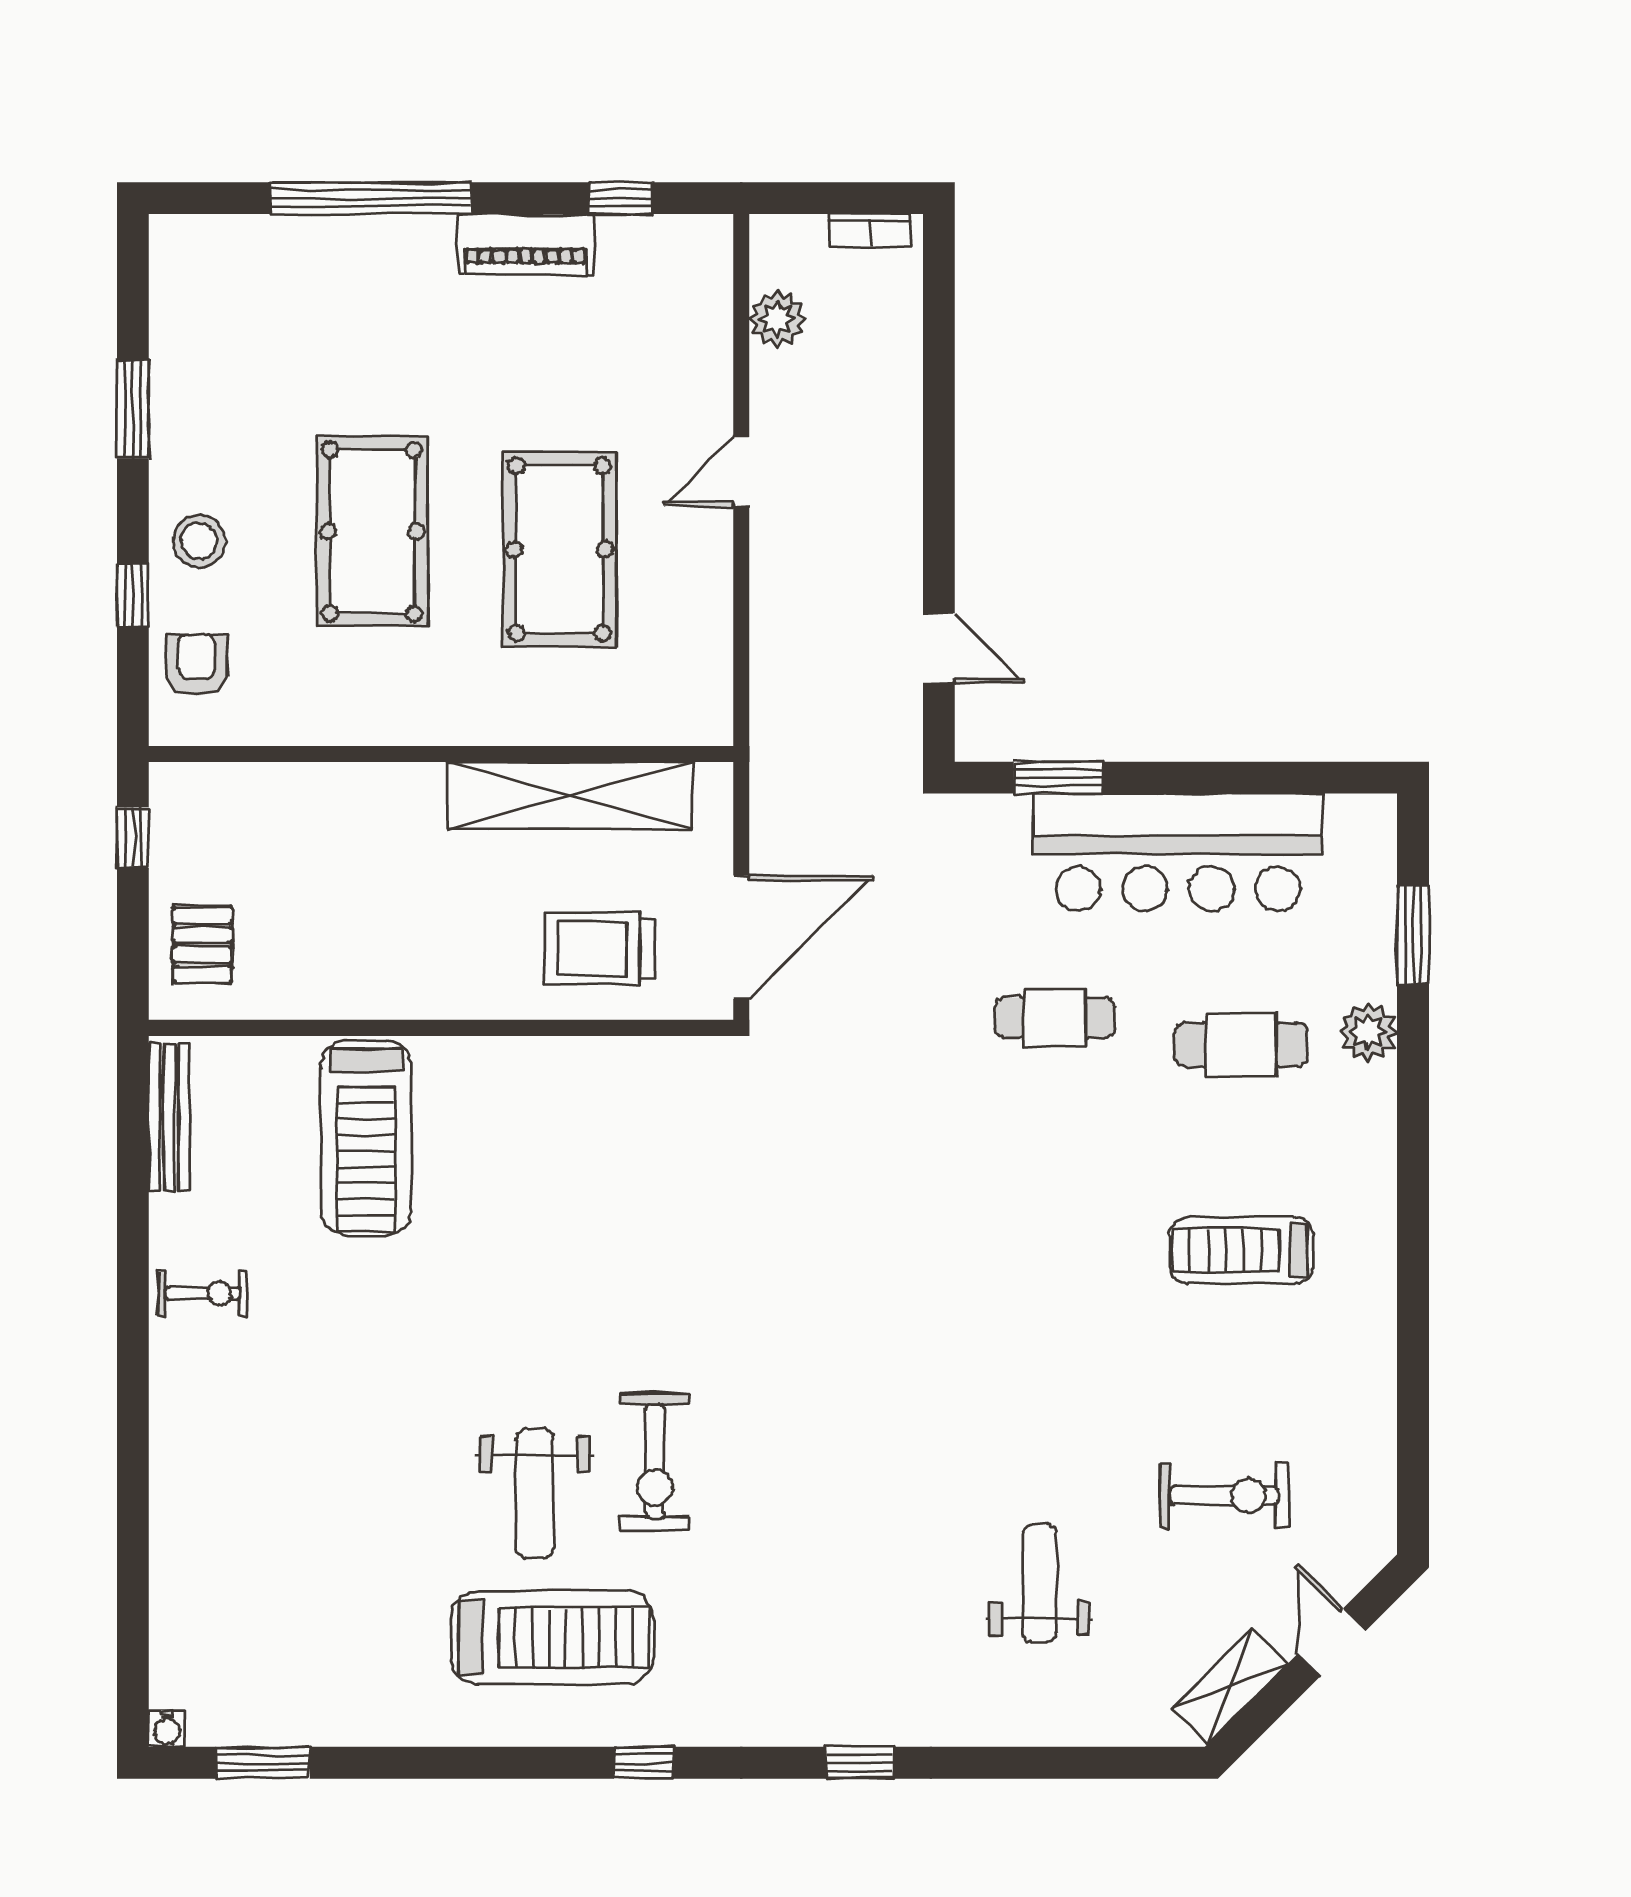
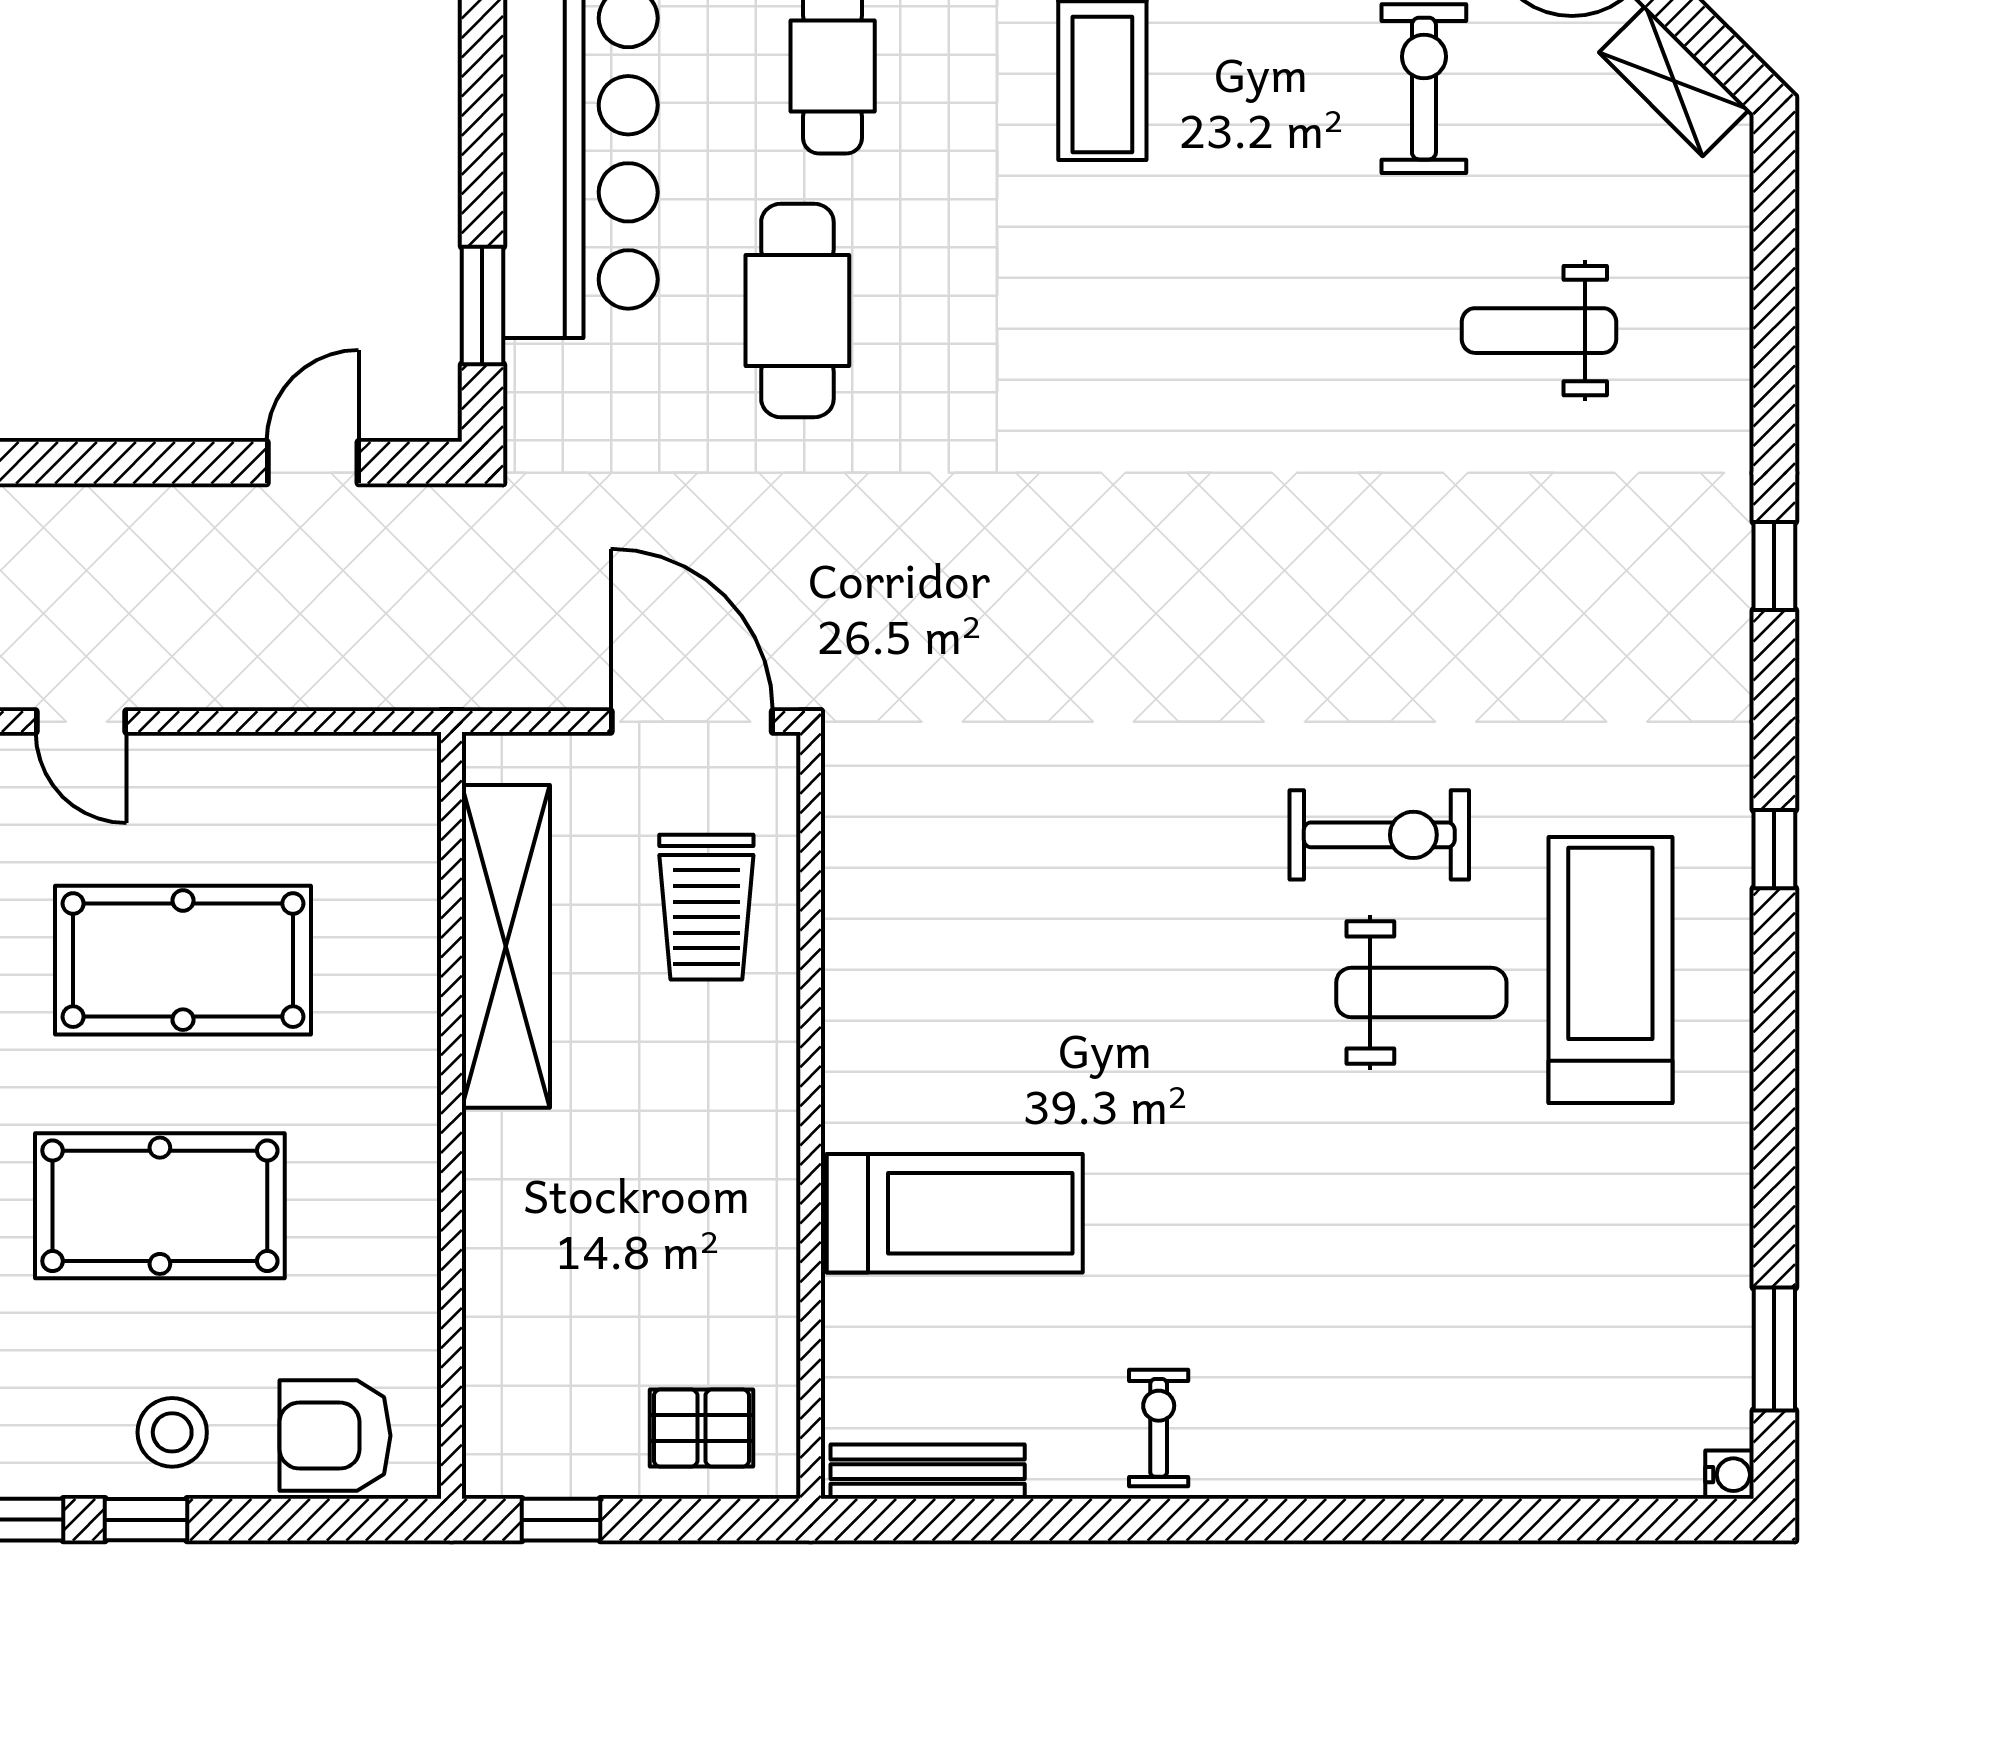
window: (133, 595) -> (146, 1520), moved
armchair: (197, 665) -> (335, 1436), width x1.38, depth x1.38
cafe table: (1055, 1018) -> (797, 310), width x1.37, depth x1.35

